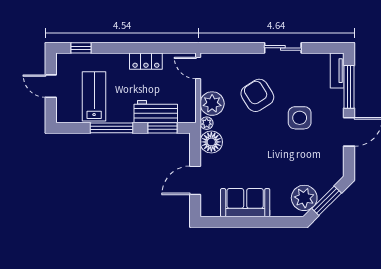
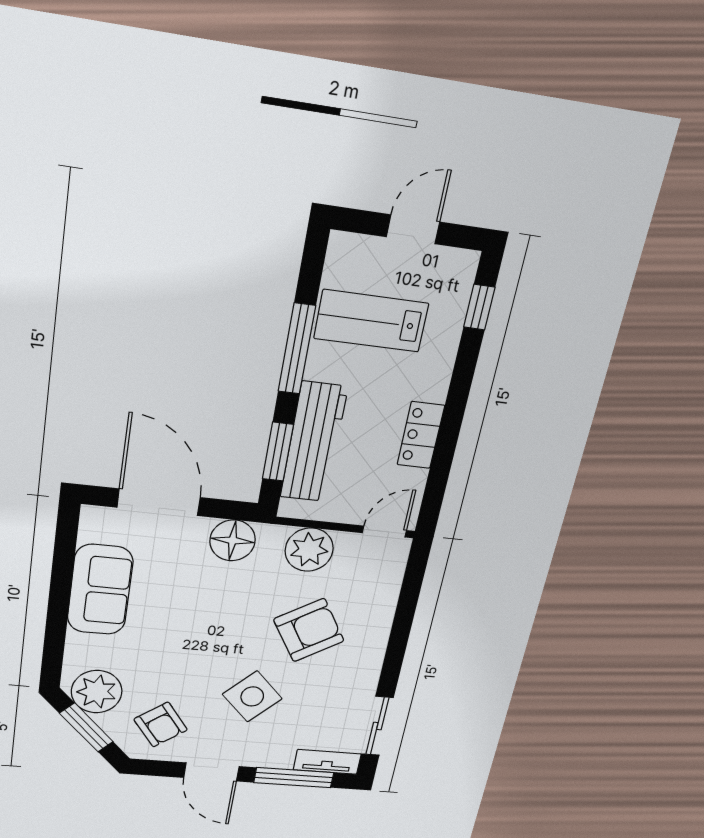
sliding door: (283, 48) -> (377, 726), moved
lab bench: (94, 96) -> (371, 321), turned 180
workbench: (156, 112) -> (314, 442), width x1.38
side table: (300, 118) -> (252, 696), turned 45
plant: (207, 123) -> (272, 536), removed
armchair: (321, 163) -> (161, 725), added
door: (195, 180) -> (159, 502), width x1.36

